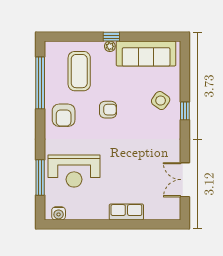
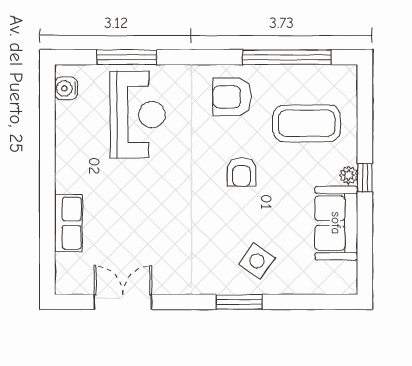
sofa: (146, 54) -> (336, 223), width x0.73
window: (185, 111) -> (239, 302), width x1.50
reception desk: (74, 171) -> (138, 115), turned 180
row of seats: (126, 212) -> (68, 223), moved

